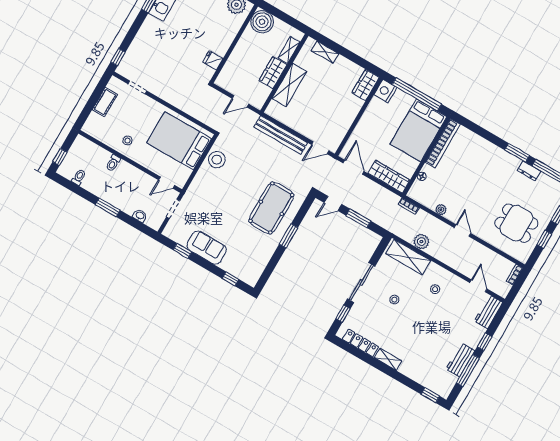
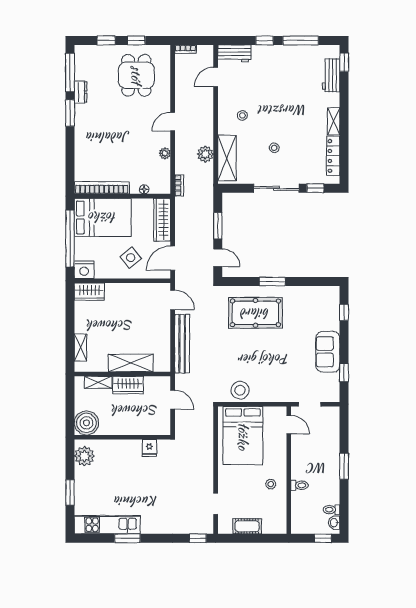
side table: (373, 134) -> (131, 258), added
washbasin: (140, 216) -> (334, 523), moved
workbench: (460, 360) -> (331, 75), moved, turned 90

